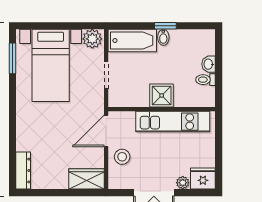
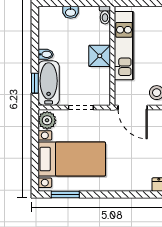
window: (165, 26) -> (35, 83), moved
toilet: (206, 80) -> (105, 15), moved

